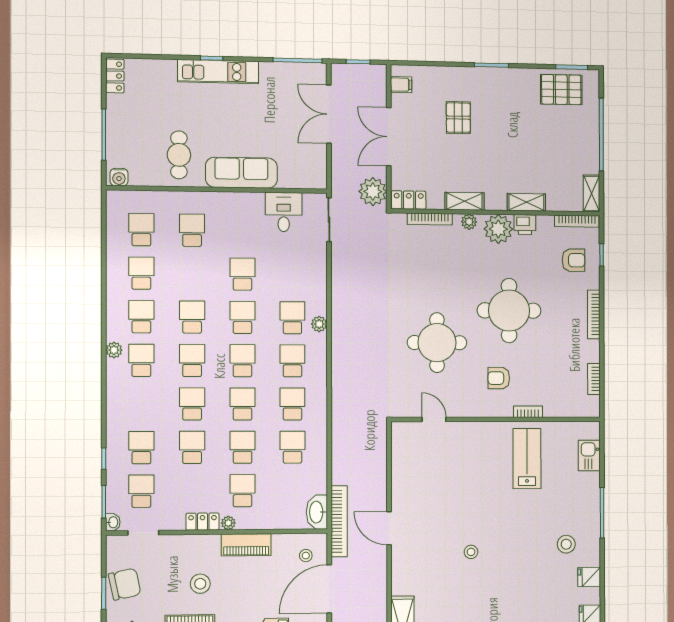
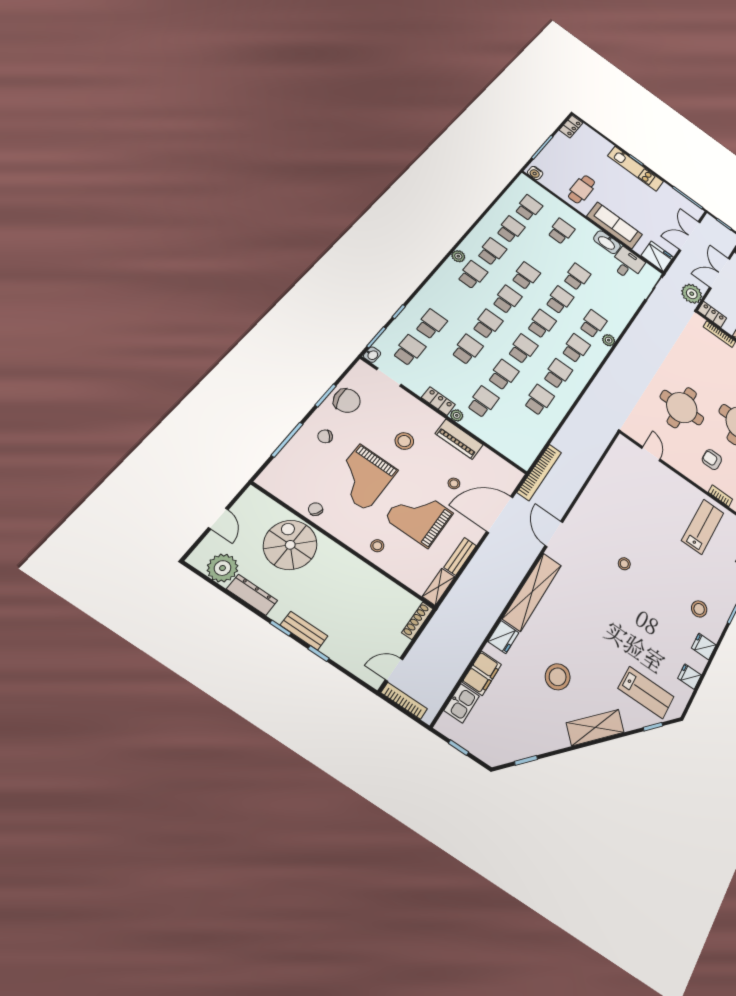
fridge: (309, 174) -> (657, 256), added
washbasin: (317, 512) -> (607, 242), moved, turned -90
door: (389, 528) -> (554, 534), moved
stool: (306, 556) -> (454, 483), moved

